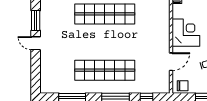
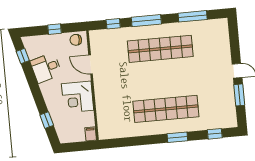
door: (171, 62) -> (91, 65), hinge flipped

